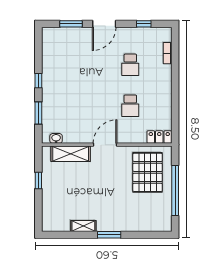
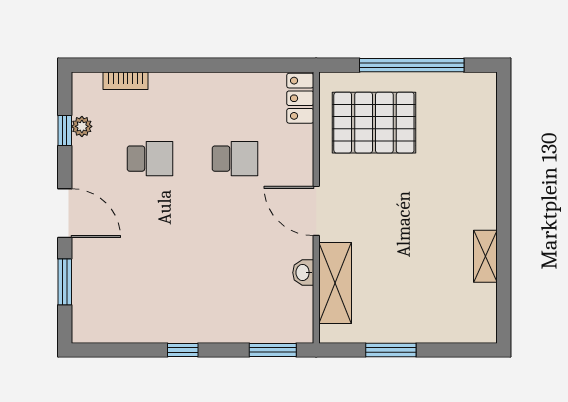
plant: (146, 32) -> (82, 126), added
window: (38, 113) -> (273, 350), moved
washbasin: (56, 138) -> (303, 273), moved
window: (38, 181) -> (391, 350), width x1.50
window: (109, 235) -> (504, 203), removed

